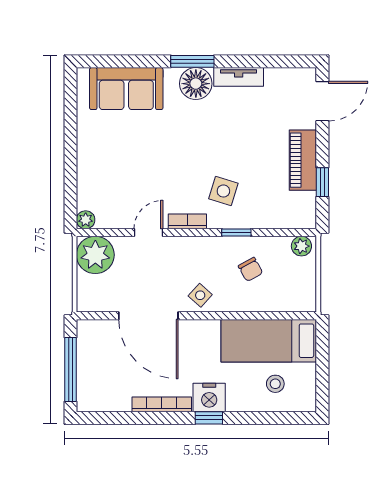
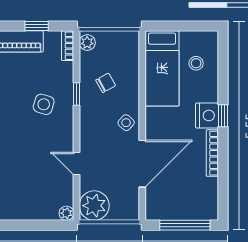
bookcase: (187, 221) -> (68, 46), moved

